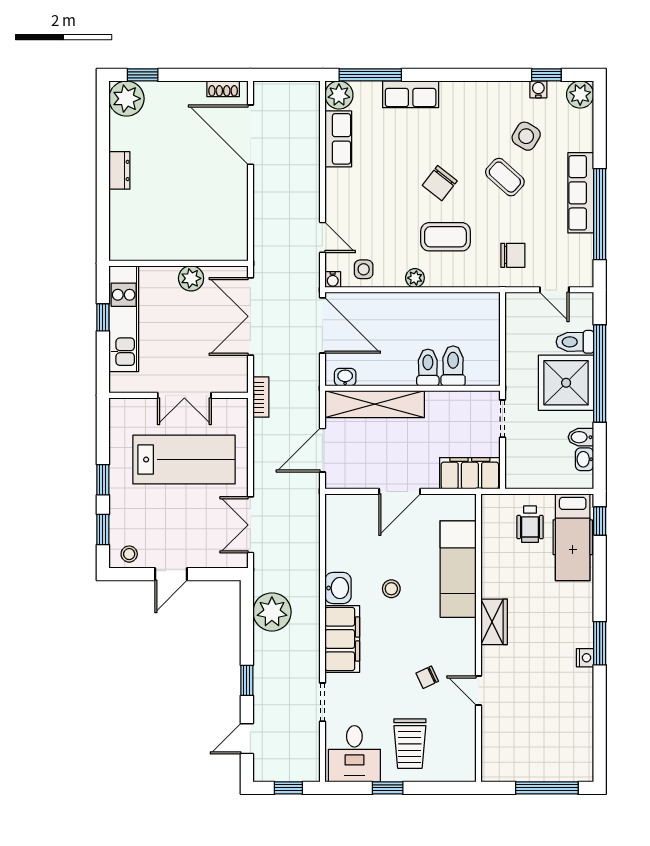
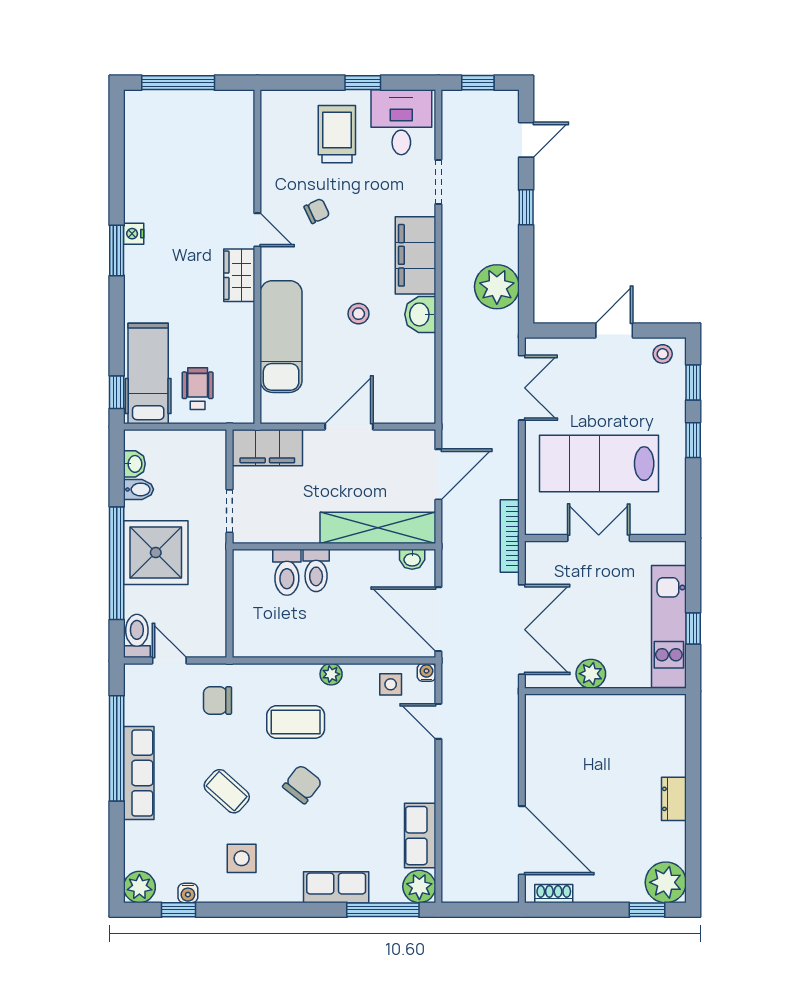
side table: (526, 136) -> (242, 858), moved, turned -31
toilet: (575, 342) -> (137, 636), moved, turned -90
bookcase: (261, 397) -> (510, 536), width x1.56
door: (479, 690) -> (257, 230), moved

